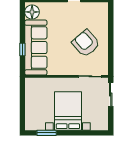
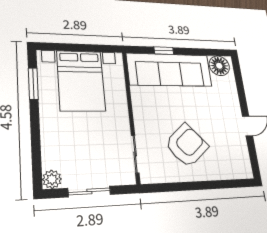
sliding door: (111, 94) -> (89, 191), moved
bed with nightstands: (68, 111) -> (81, 81), moved, turned 90
plant: (103, 125) -> (52, 179), added

